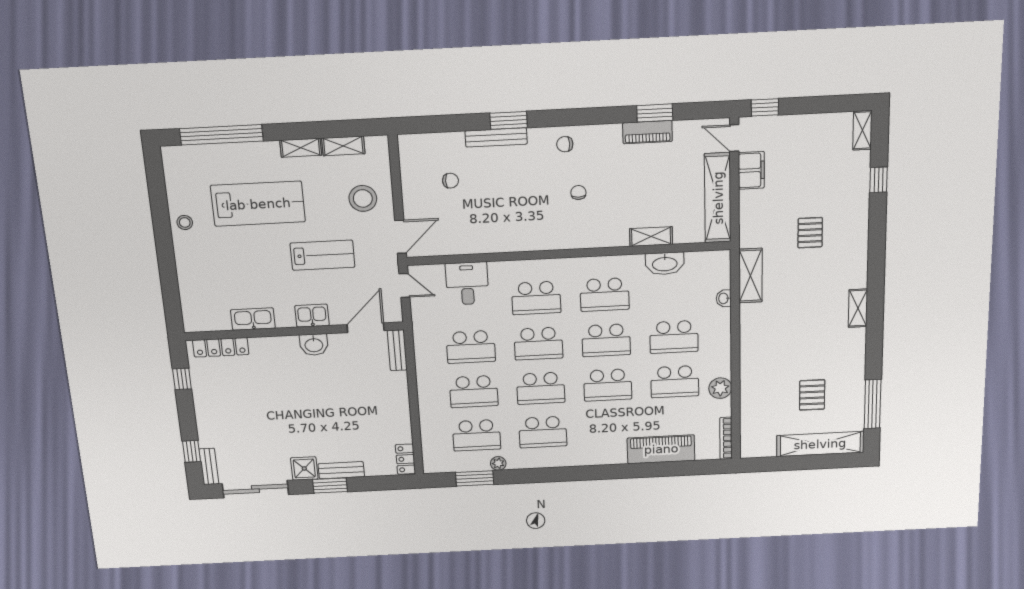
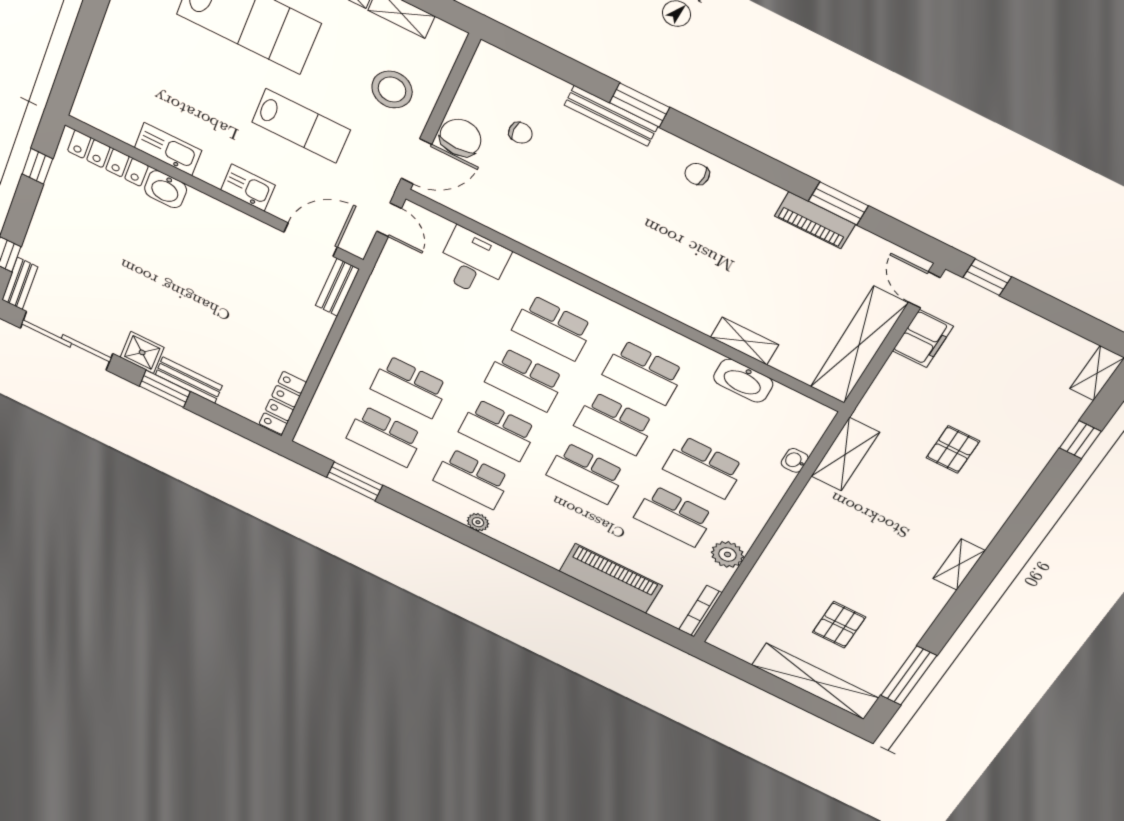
chair: (578, 193) -> (460, 138), moved, width x1.87, depth x1.87
washbasin: (314, 345) -> (166, 189), moved
school desk: (471, 347) -> (435, 336), removed
locker: (405, 459) -> (283, 403), width x1.53
plant: (498, 463) -> (478, 522), moved

